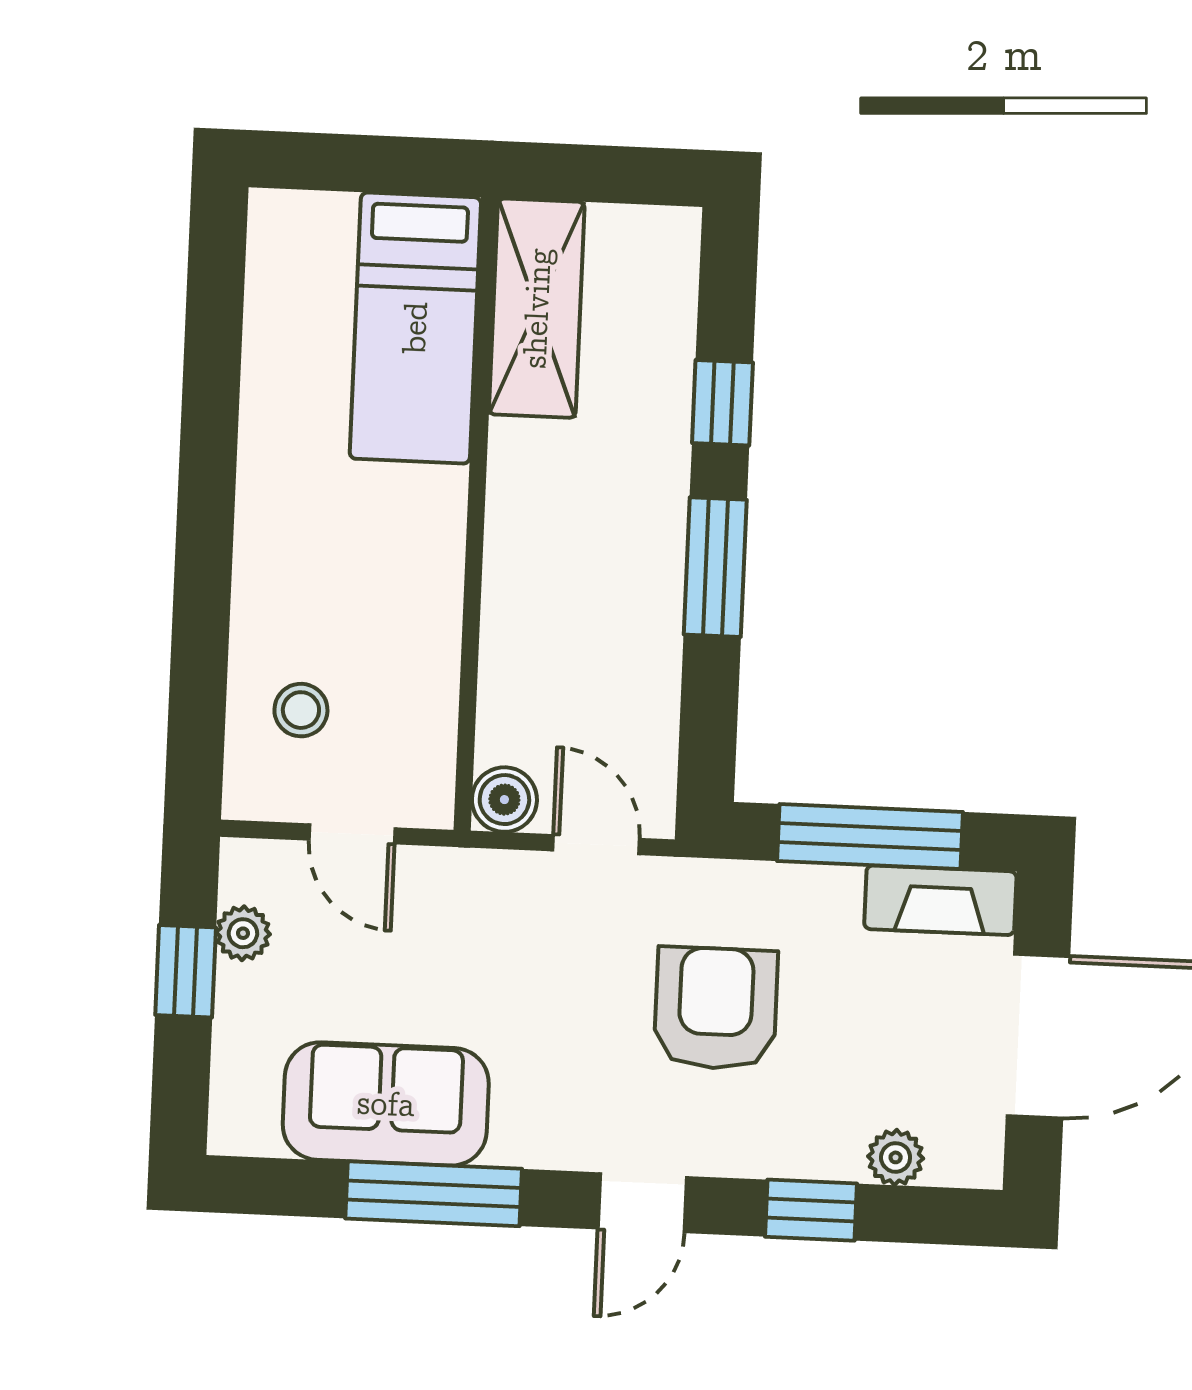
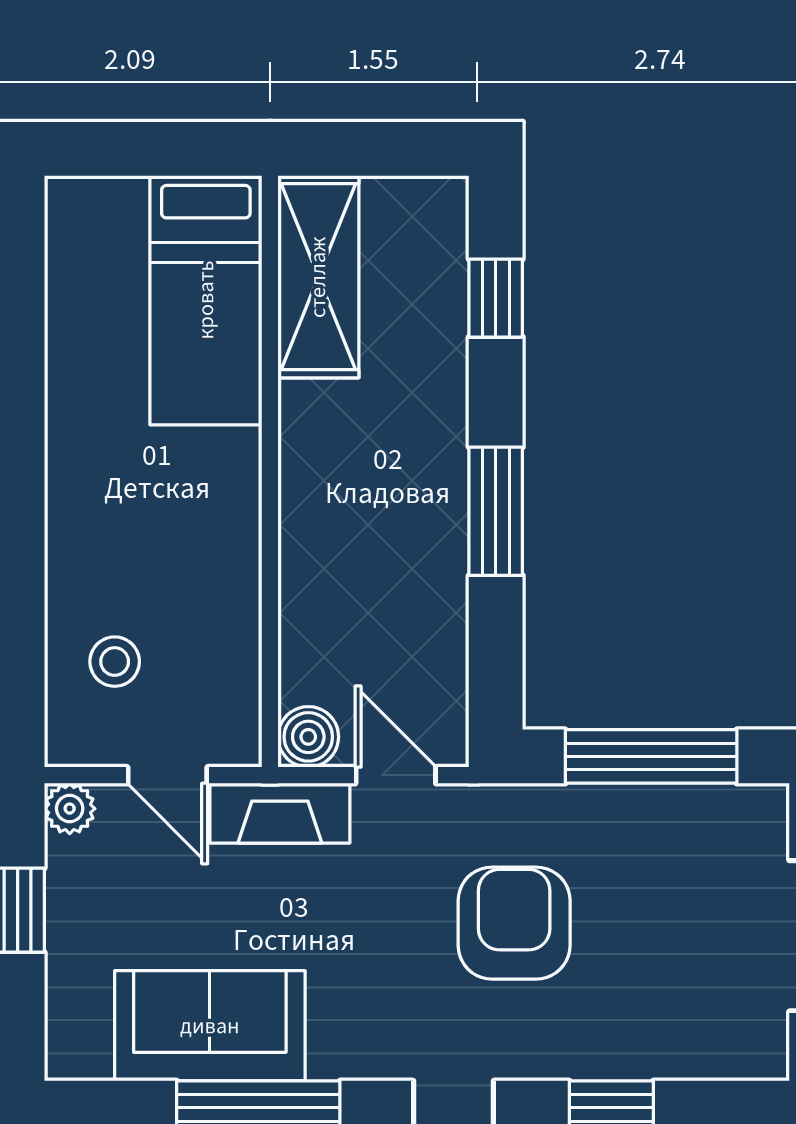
window: (722, 403) -> (496, 298), moved
fireplace: (940, 900) -> (280, 813), moved
plant: (243, 933) -> (70, 809), moved
plant: (896, 1157) -> (688, 1055), removed

